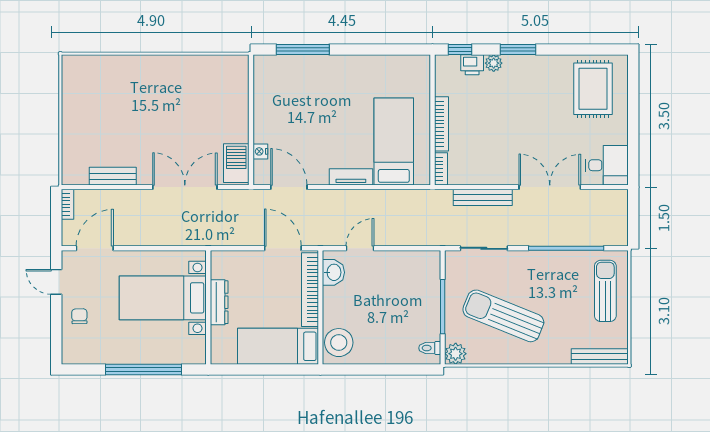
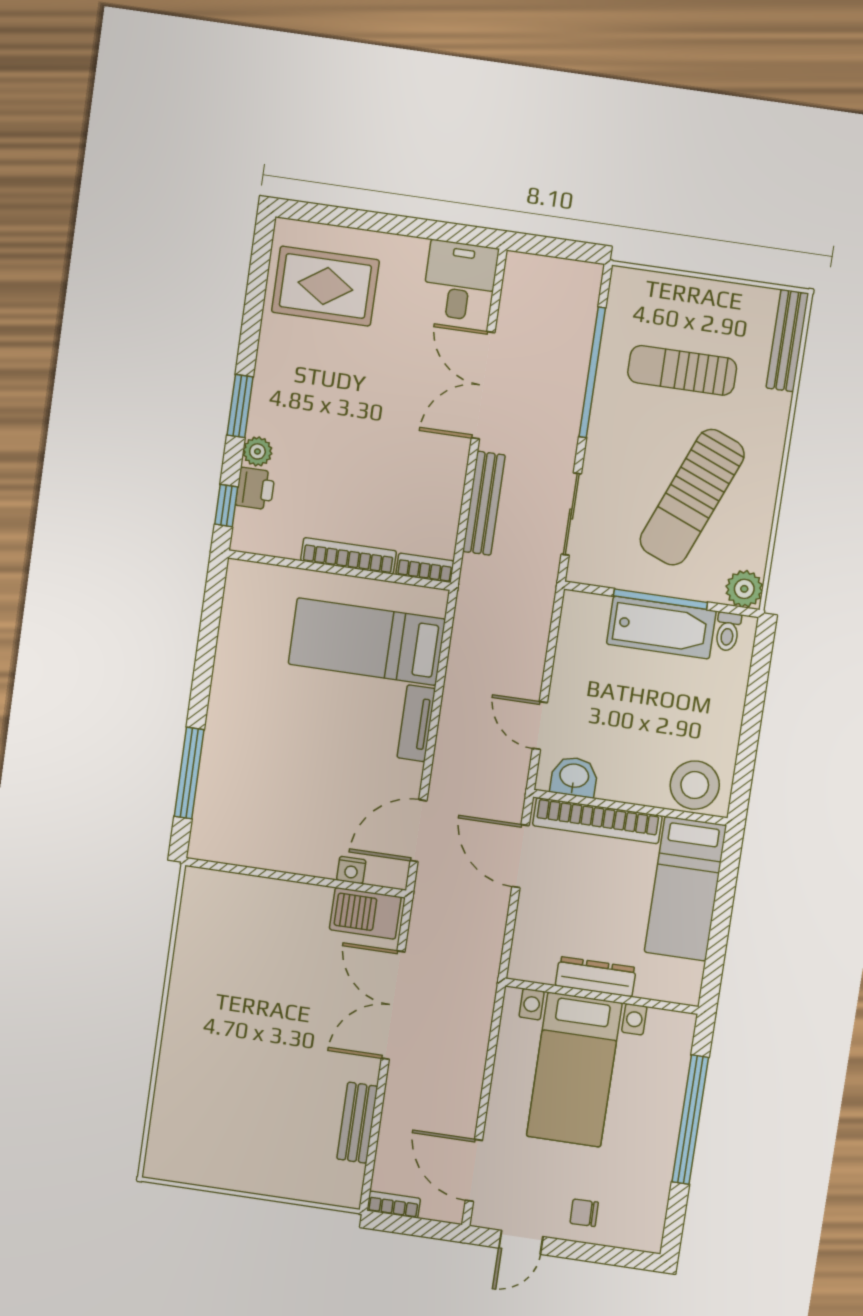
door: (283, 248) -> (521, 856), hinge flipped
sun lounger: (605, 291) -> (682, 370), moved
bathtub: (426, 310) -> (661, 628), added

